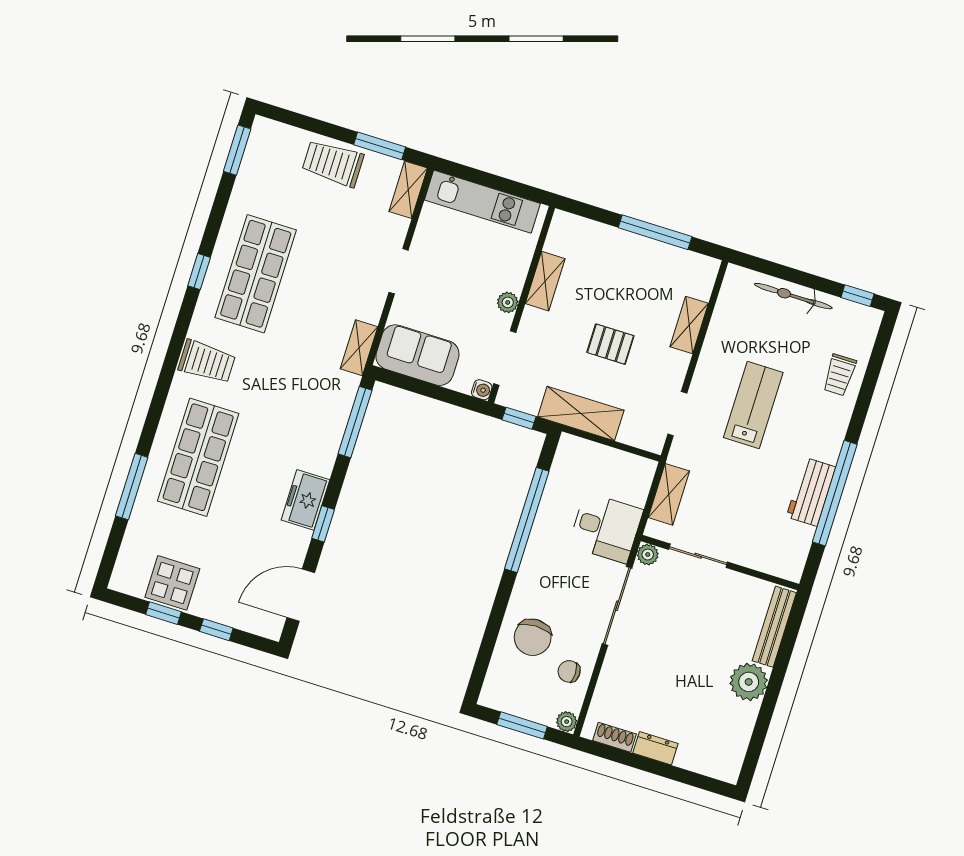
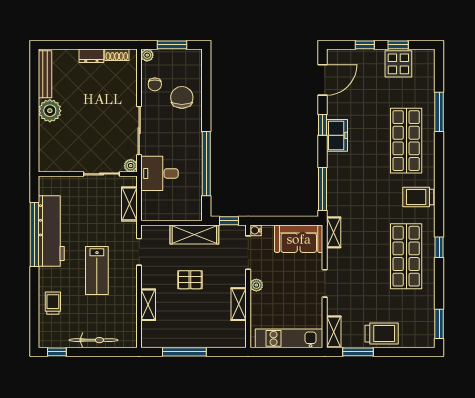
workbench: (811, 492) -> (51, 231), width x1.88, depth x1.32
bench: (774, 627) -> (45, 74), moved
chair: (569, 671) -> (155, 84), turned 90

